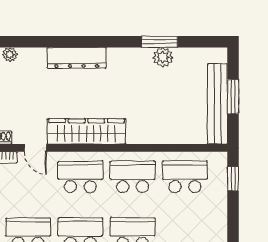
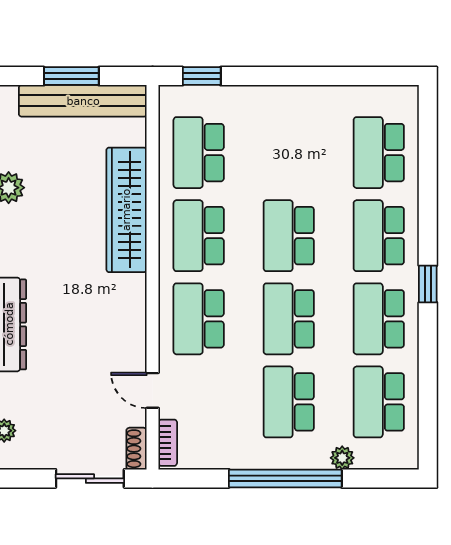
wardrobe: (86, 131) -> (126, 210), moved
door: (35, 148) -> (153, 390), swing flipped

